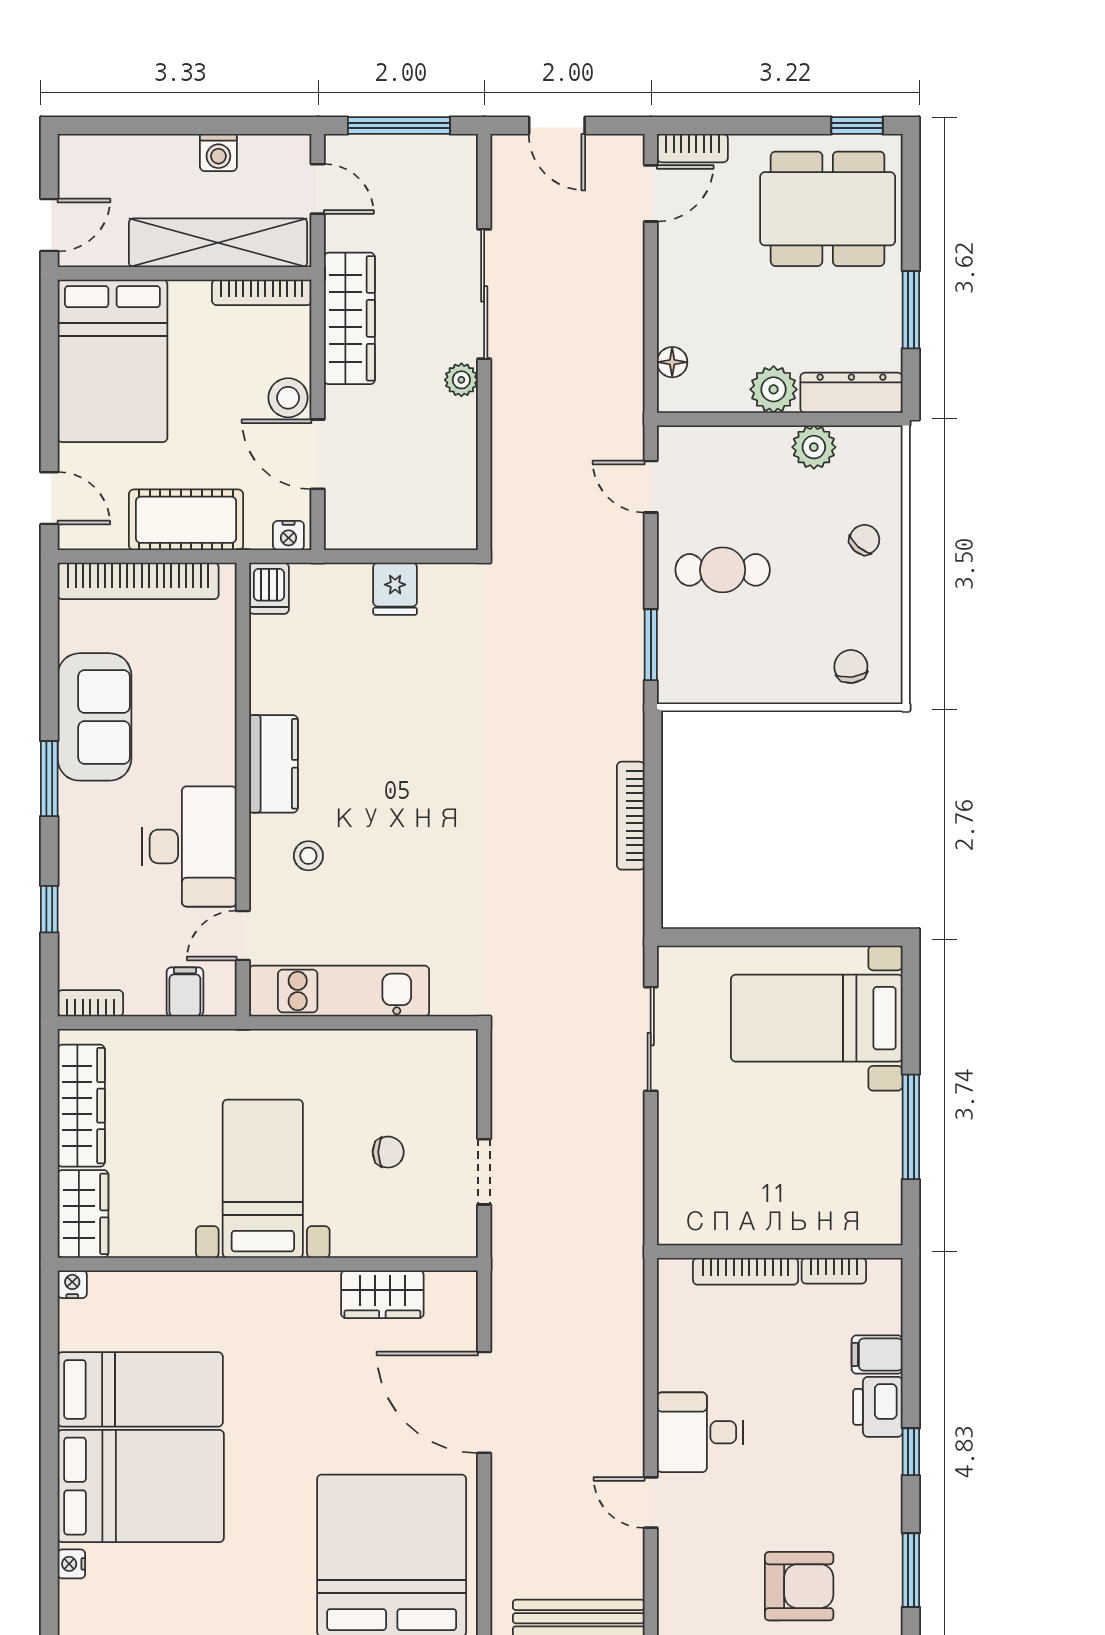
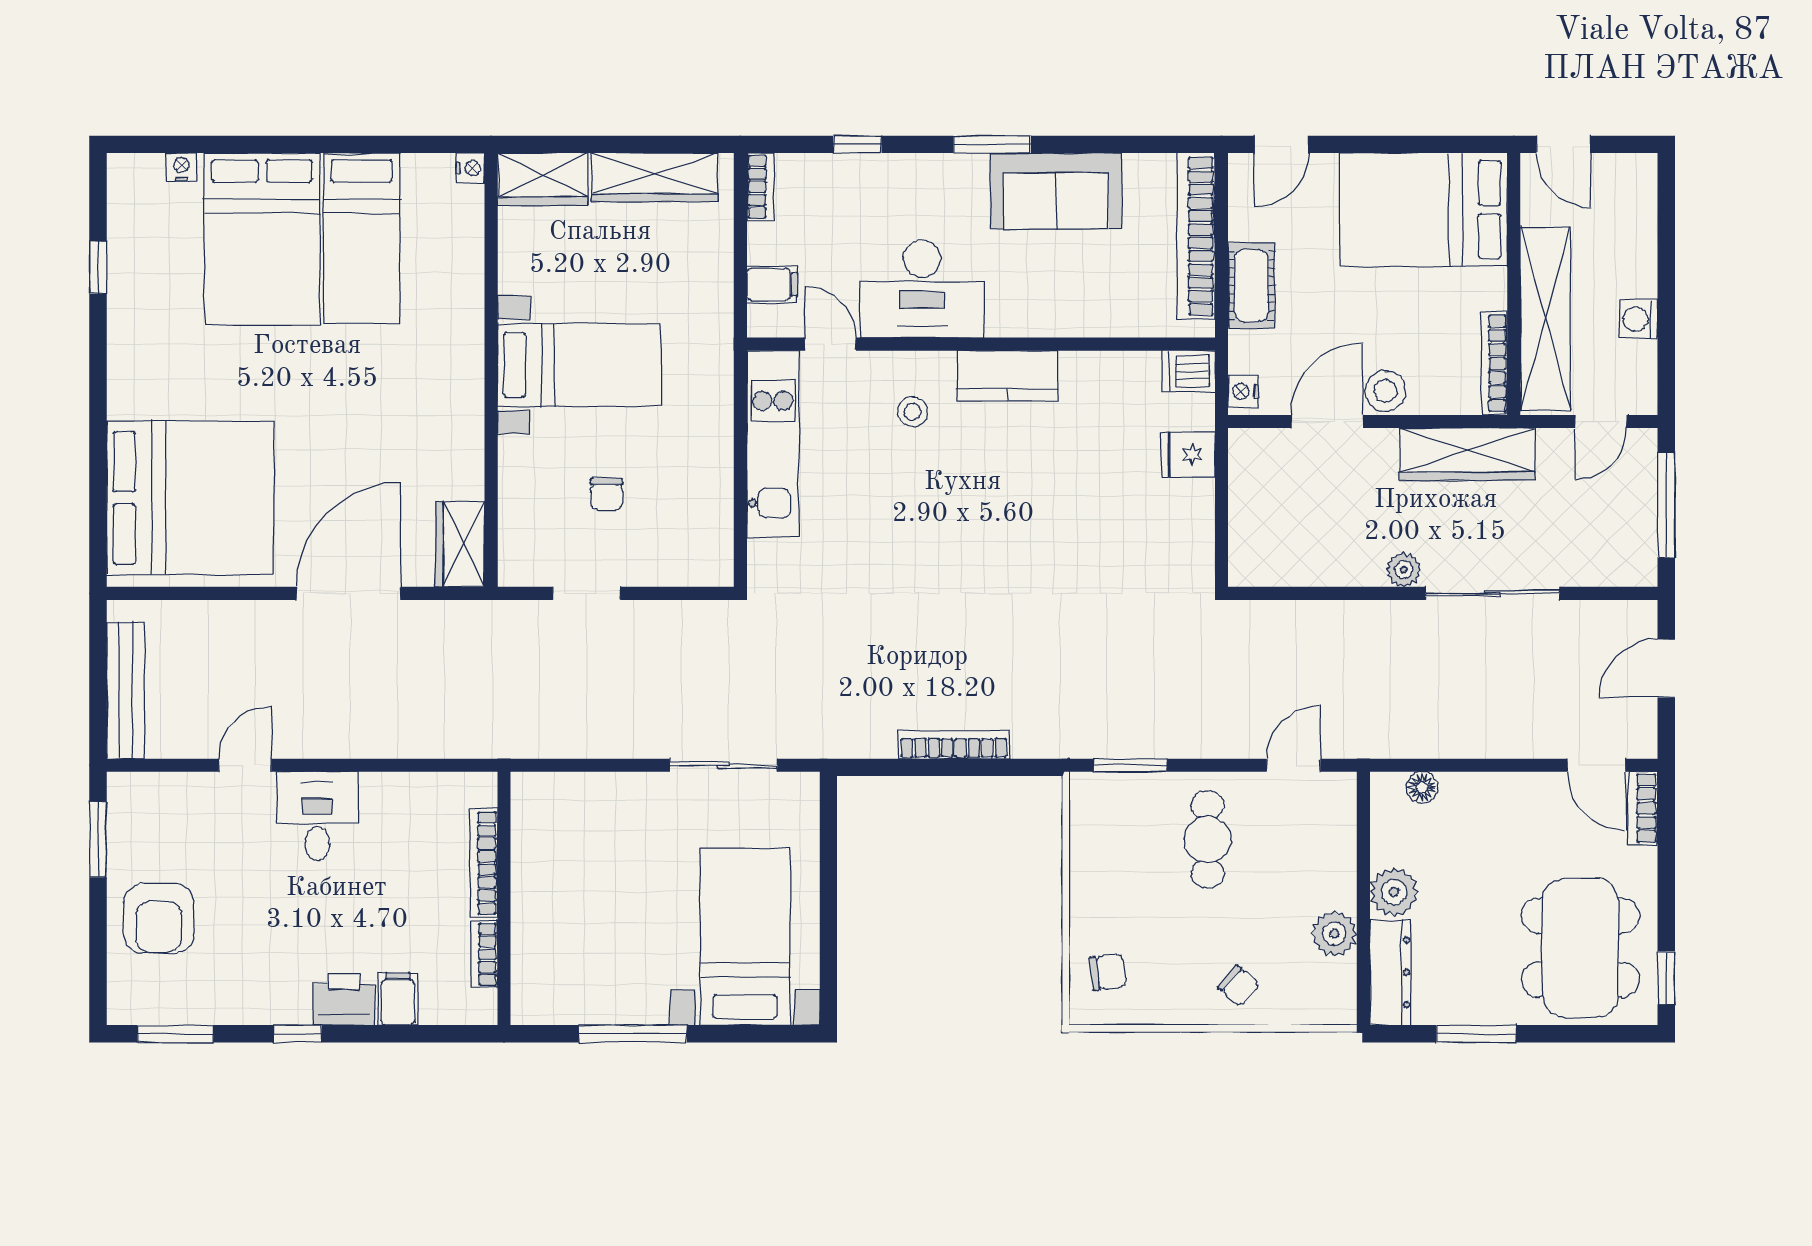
cot: (186, 520) -> (1251, 286), width x0.73, depth x0.75
fridge: (395, 589) -> (1188, 455), moved
wardrobe: (382, 1294) -> (460, 544), moved

